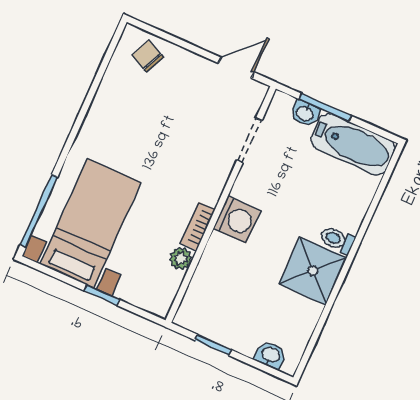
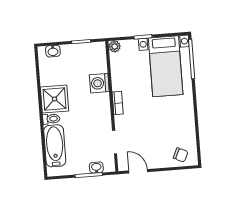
door: (236, 68) -> (138, 171), swing flipped
bathtub: (353, 144) -> (55, 146), moved, turned 90
washing machine: (237, 220) -> (99, 83), moved
bookcase: (198, 226) -> (118, 103), moved
plant: (181, 258) -> (115, 46), moved

